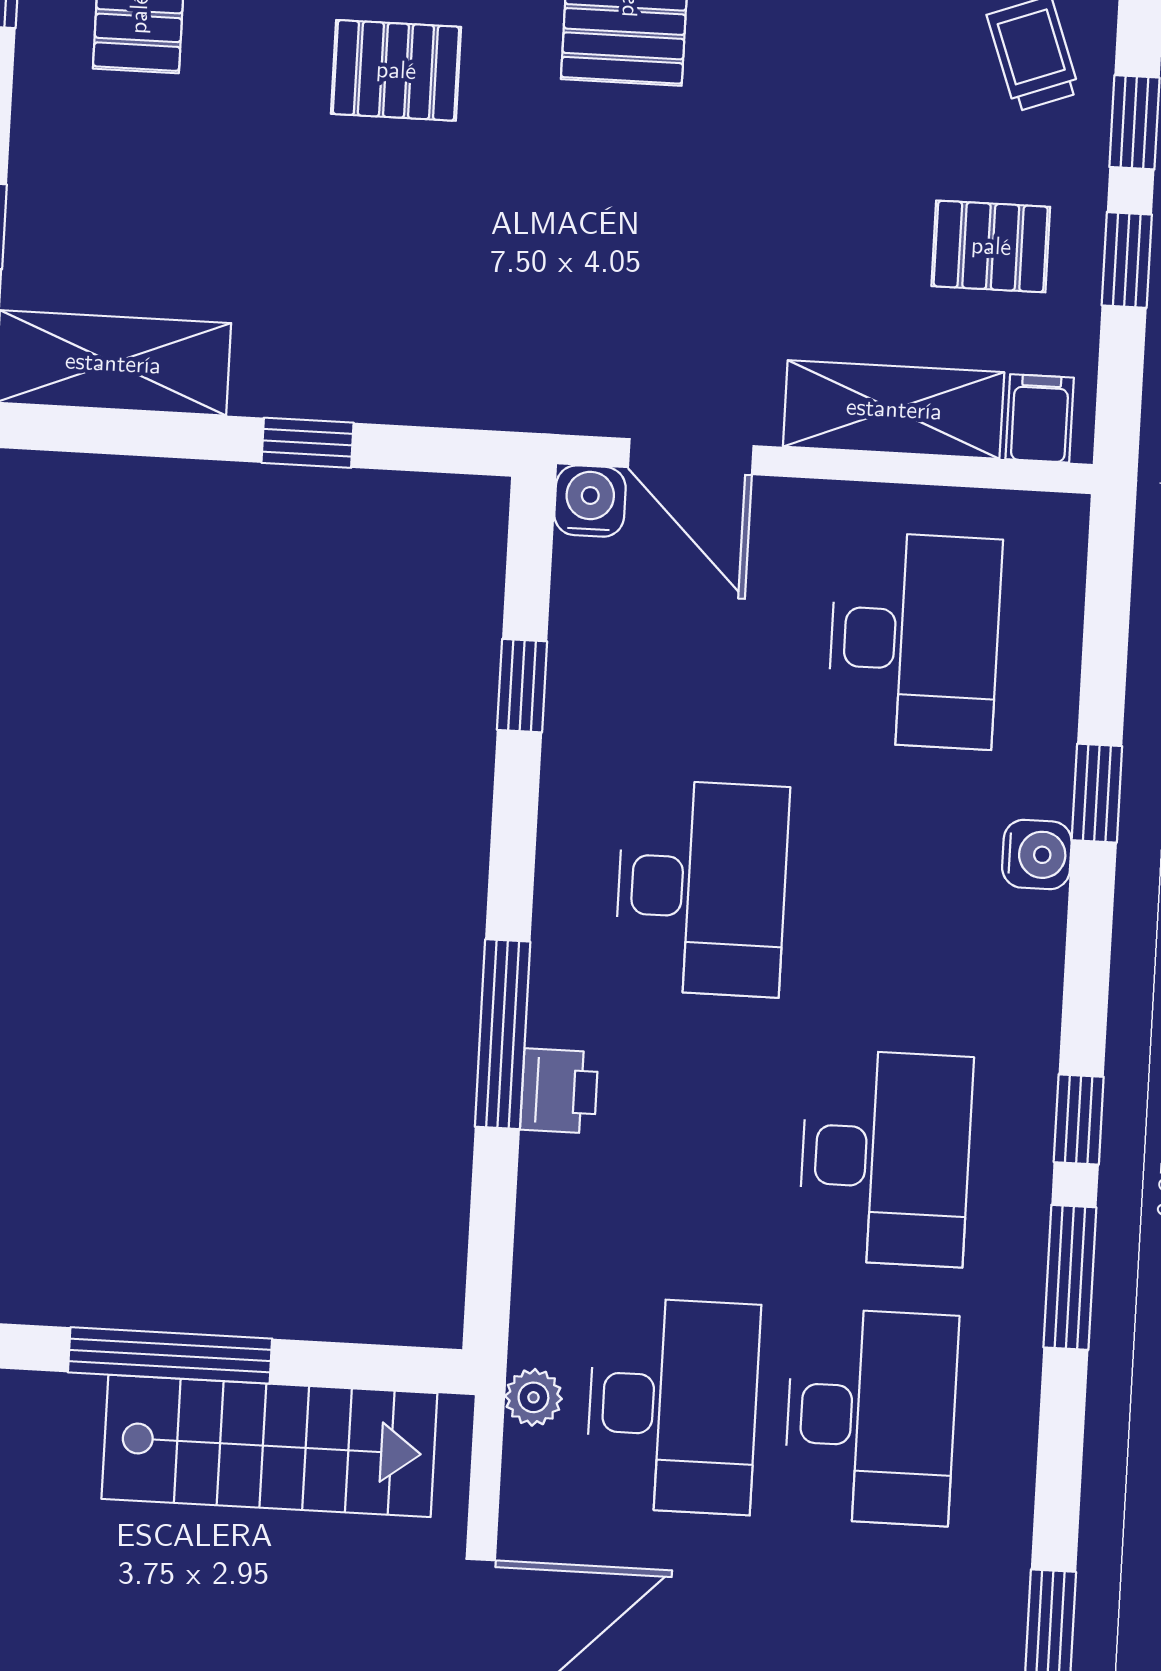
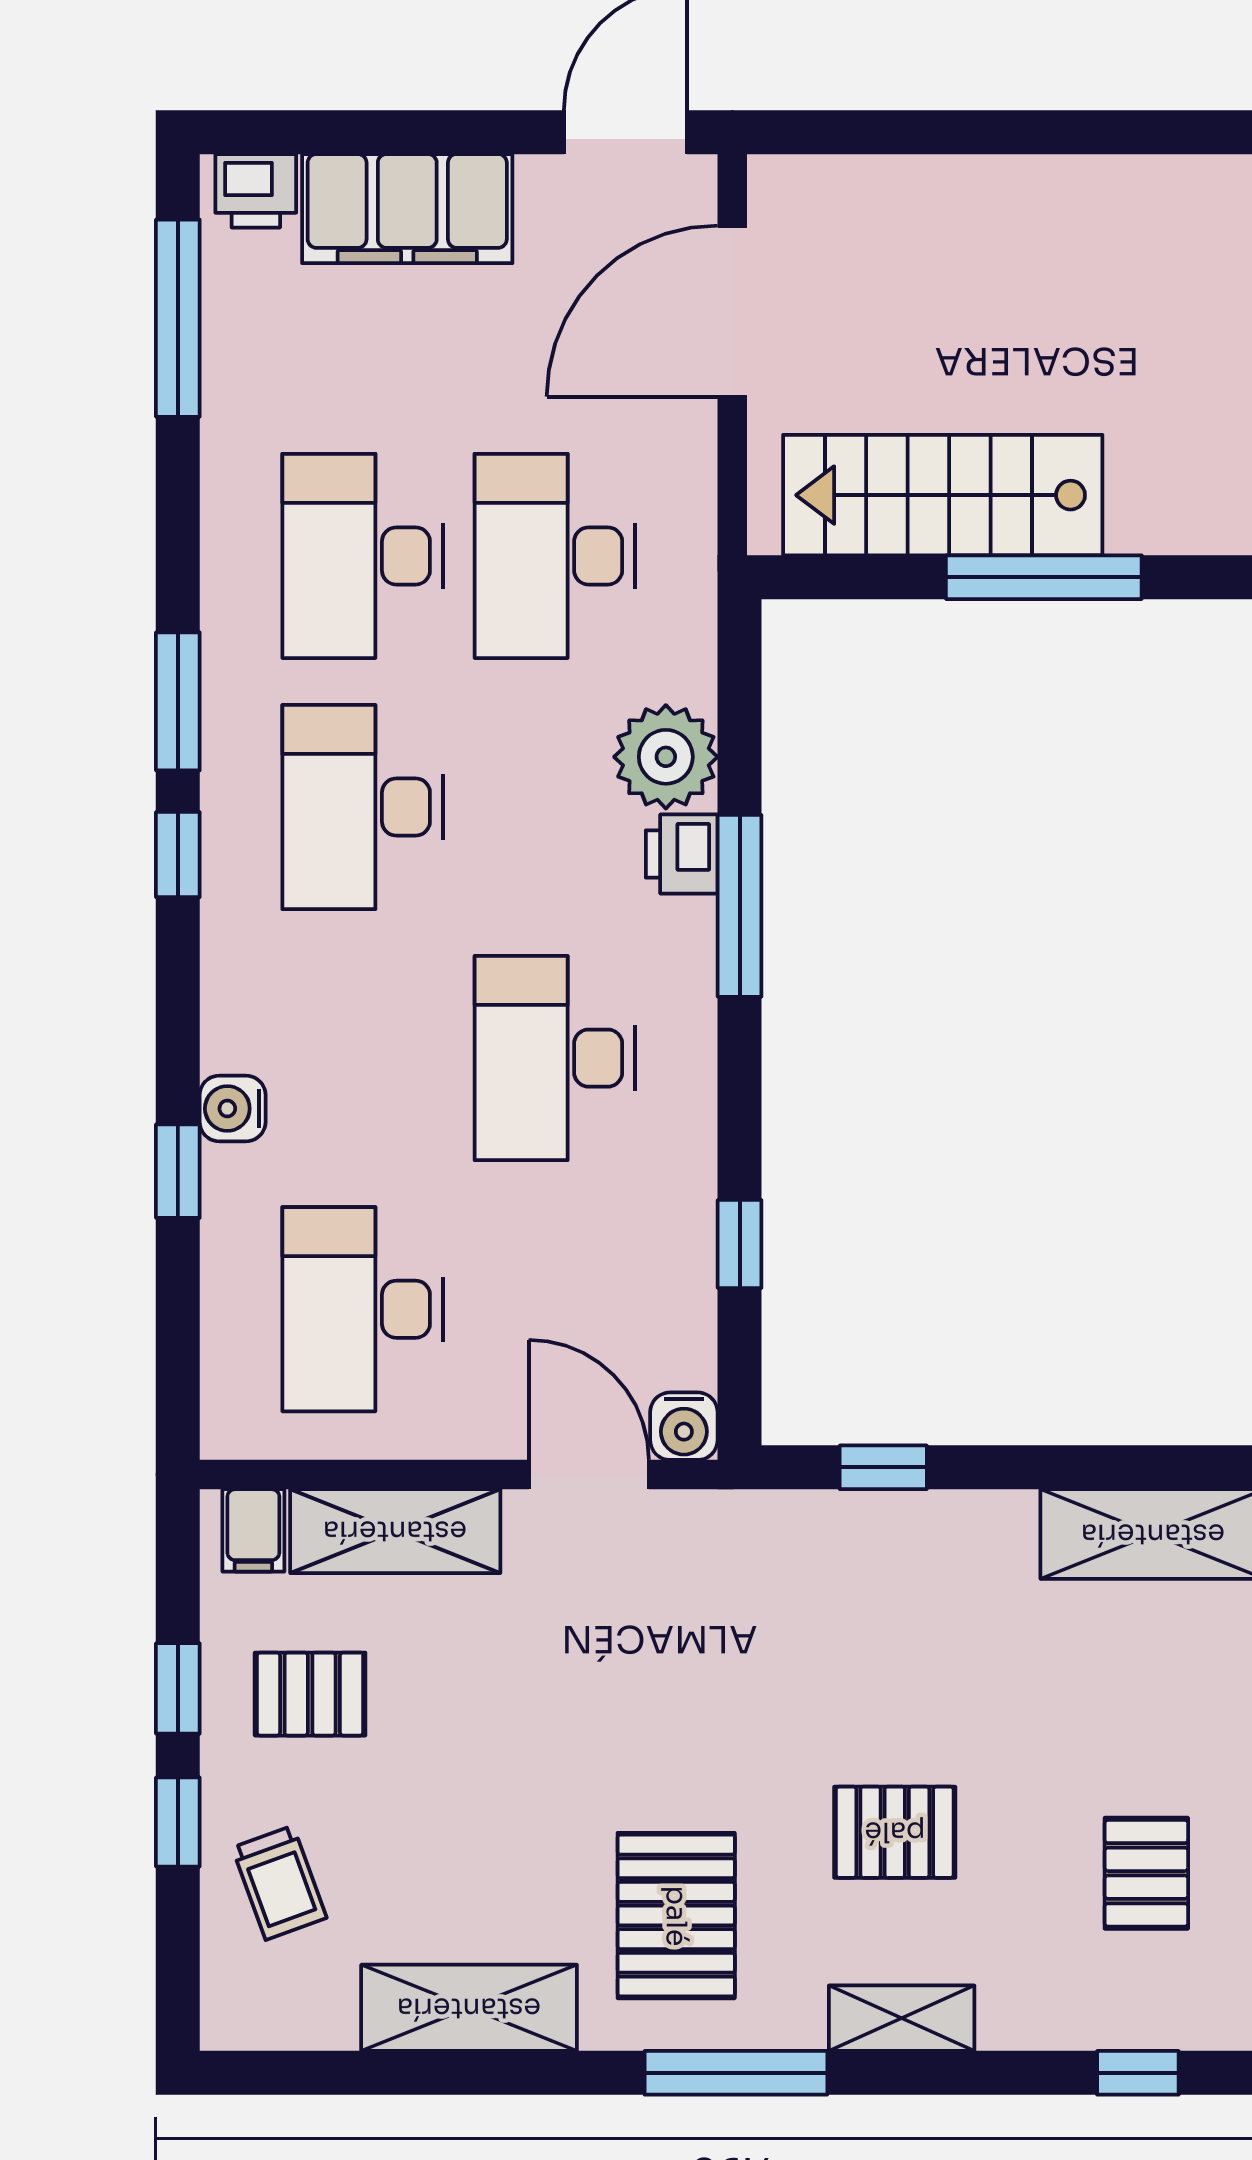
window: (308, 443) -> (883, 1467), moved
plant: (533, 1397) -> (666, 757), moved, width x1.88, depth x1.88

